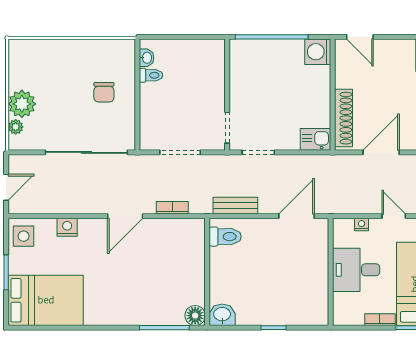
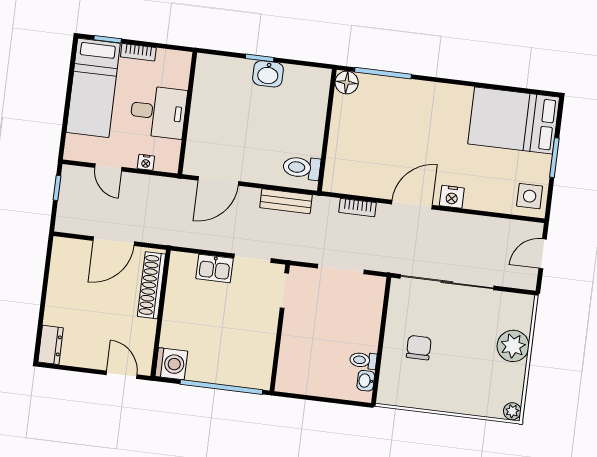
plant: (16, 127) -> (512, 411), moved
kitchen sink: (316, 139) -> (215, 268), moved
nightstand: (67, 227) -> (452, 197), moved
washbasin: (222, 315) -> (268, 74), moved

